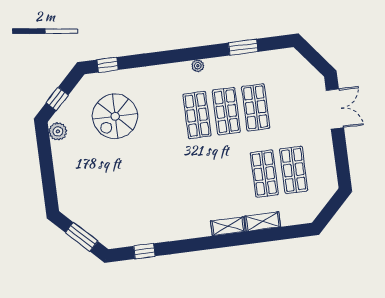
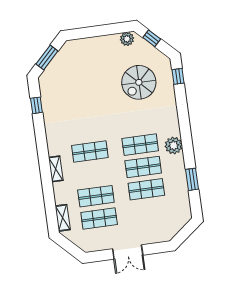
plant: (198, 66) -> (174, 145), width x1.88, depth x1.88
double door: (335, 109) -> (128, 252), moved
spiral stairs: (115, 116) -> (139, 82), turned -90
shop shelf: (206, 181) -> (90, 152), added
shelving: (263, 221) -> (63, 218), moved

